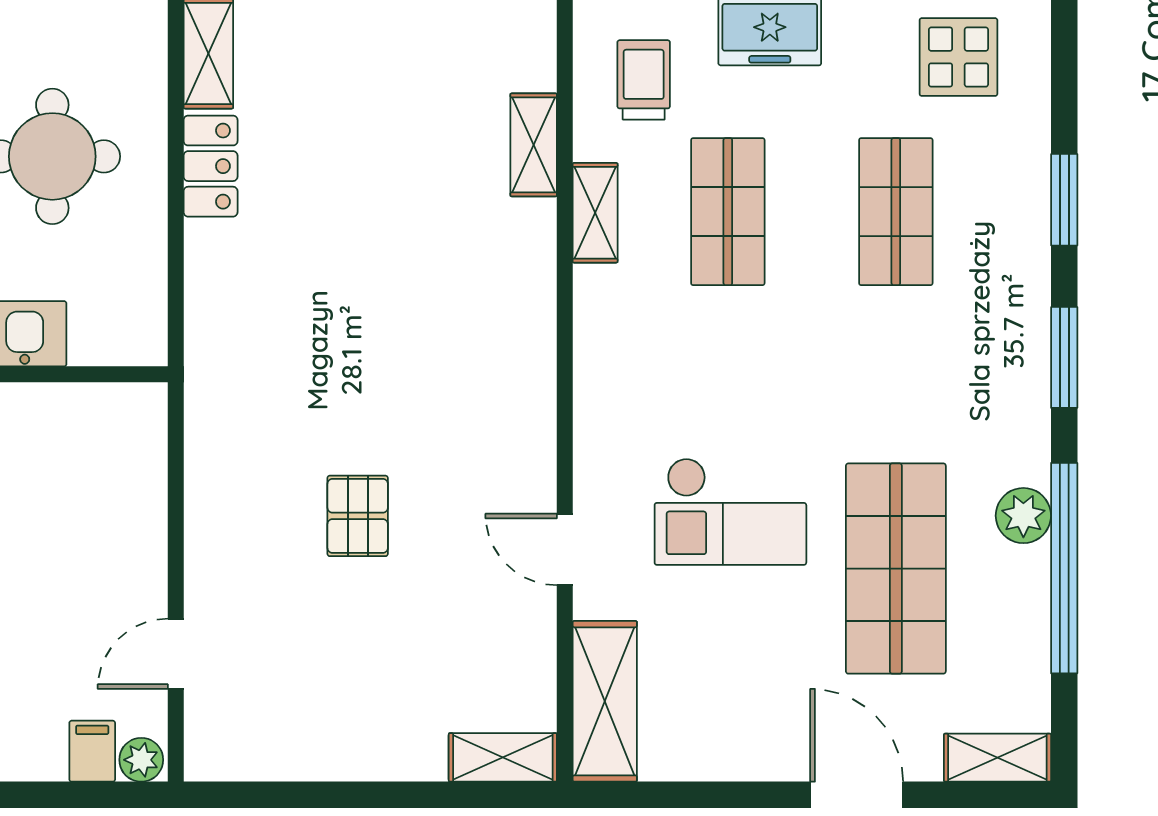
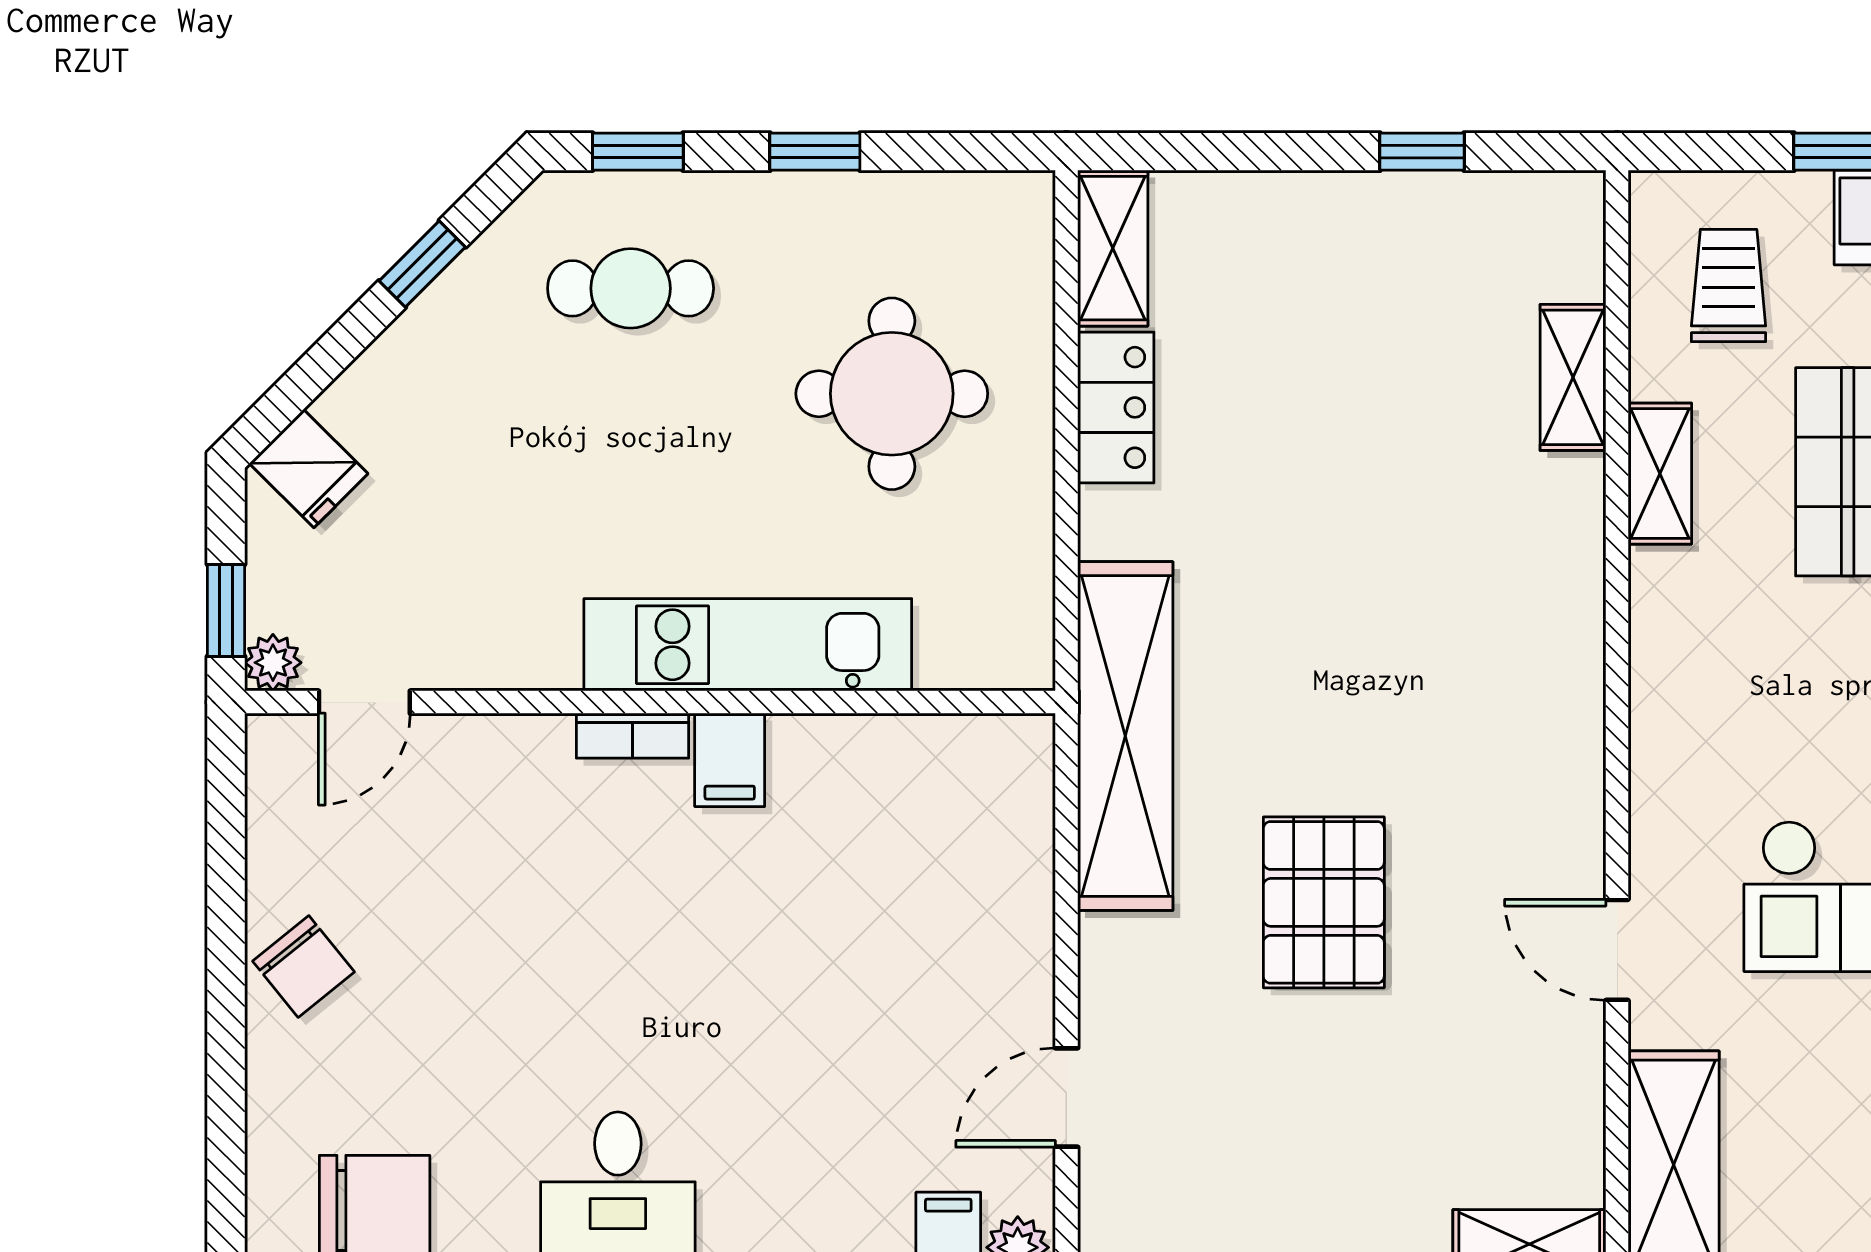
shelving: (217, 398) -> (1125, 736), added
pallet: (358, 516) -> (1324, 902), width x1.50, depth x1.42

